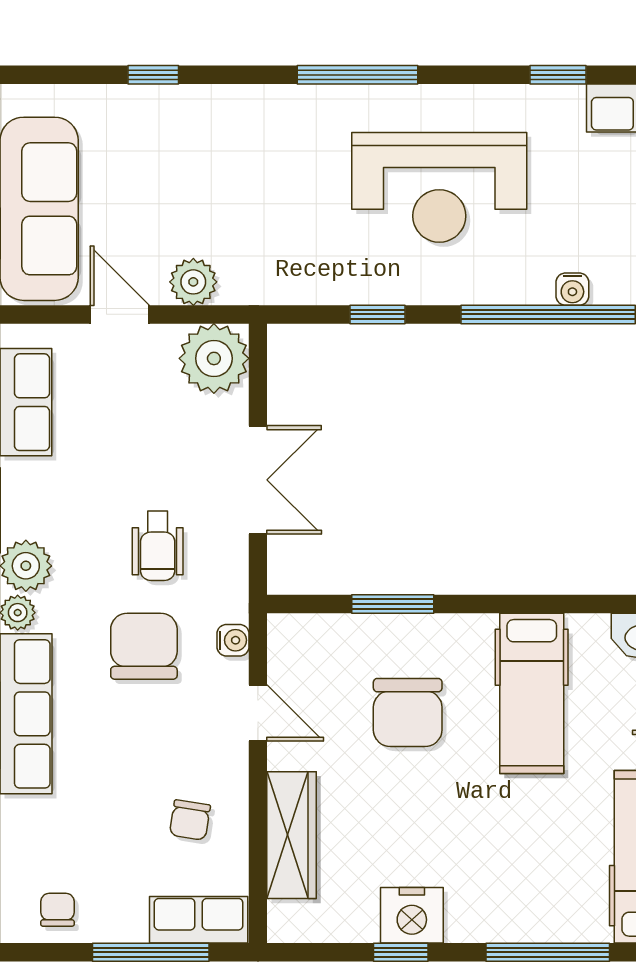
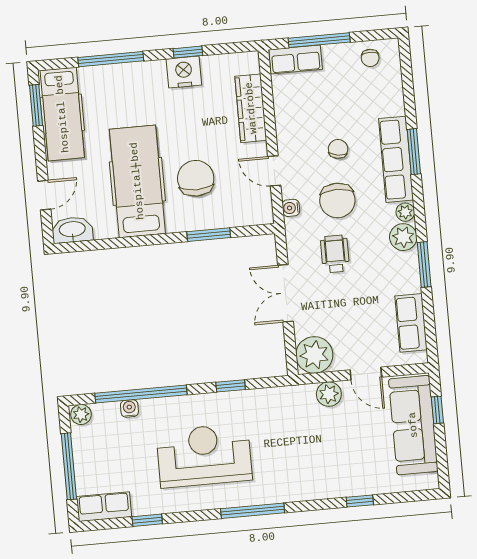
hospital bed: (532, 693) -> (137, 181), width x1.37, depth x1.29
chair: (190, 820) -> (338, 149), moved

